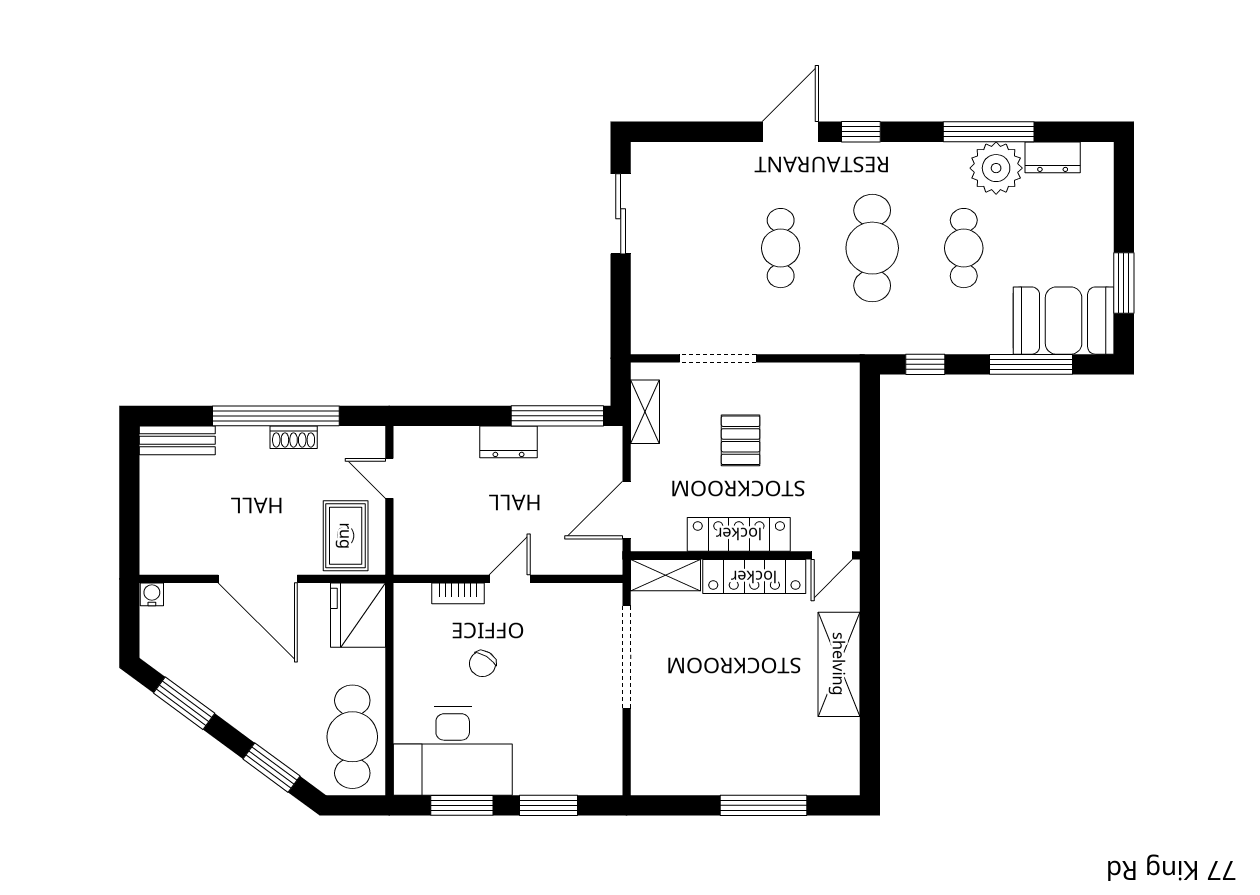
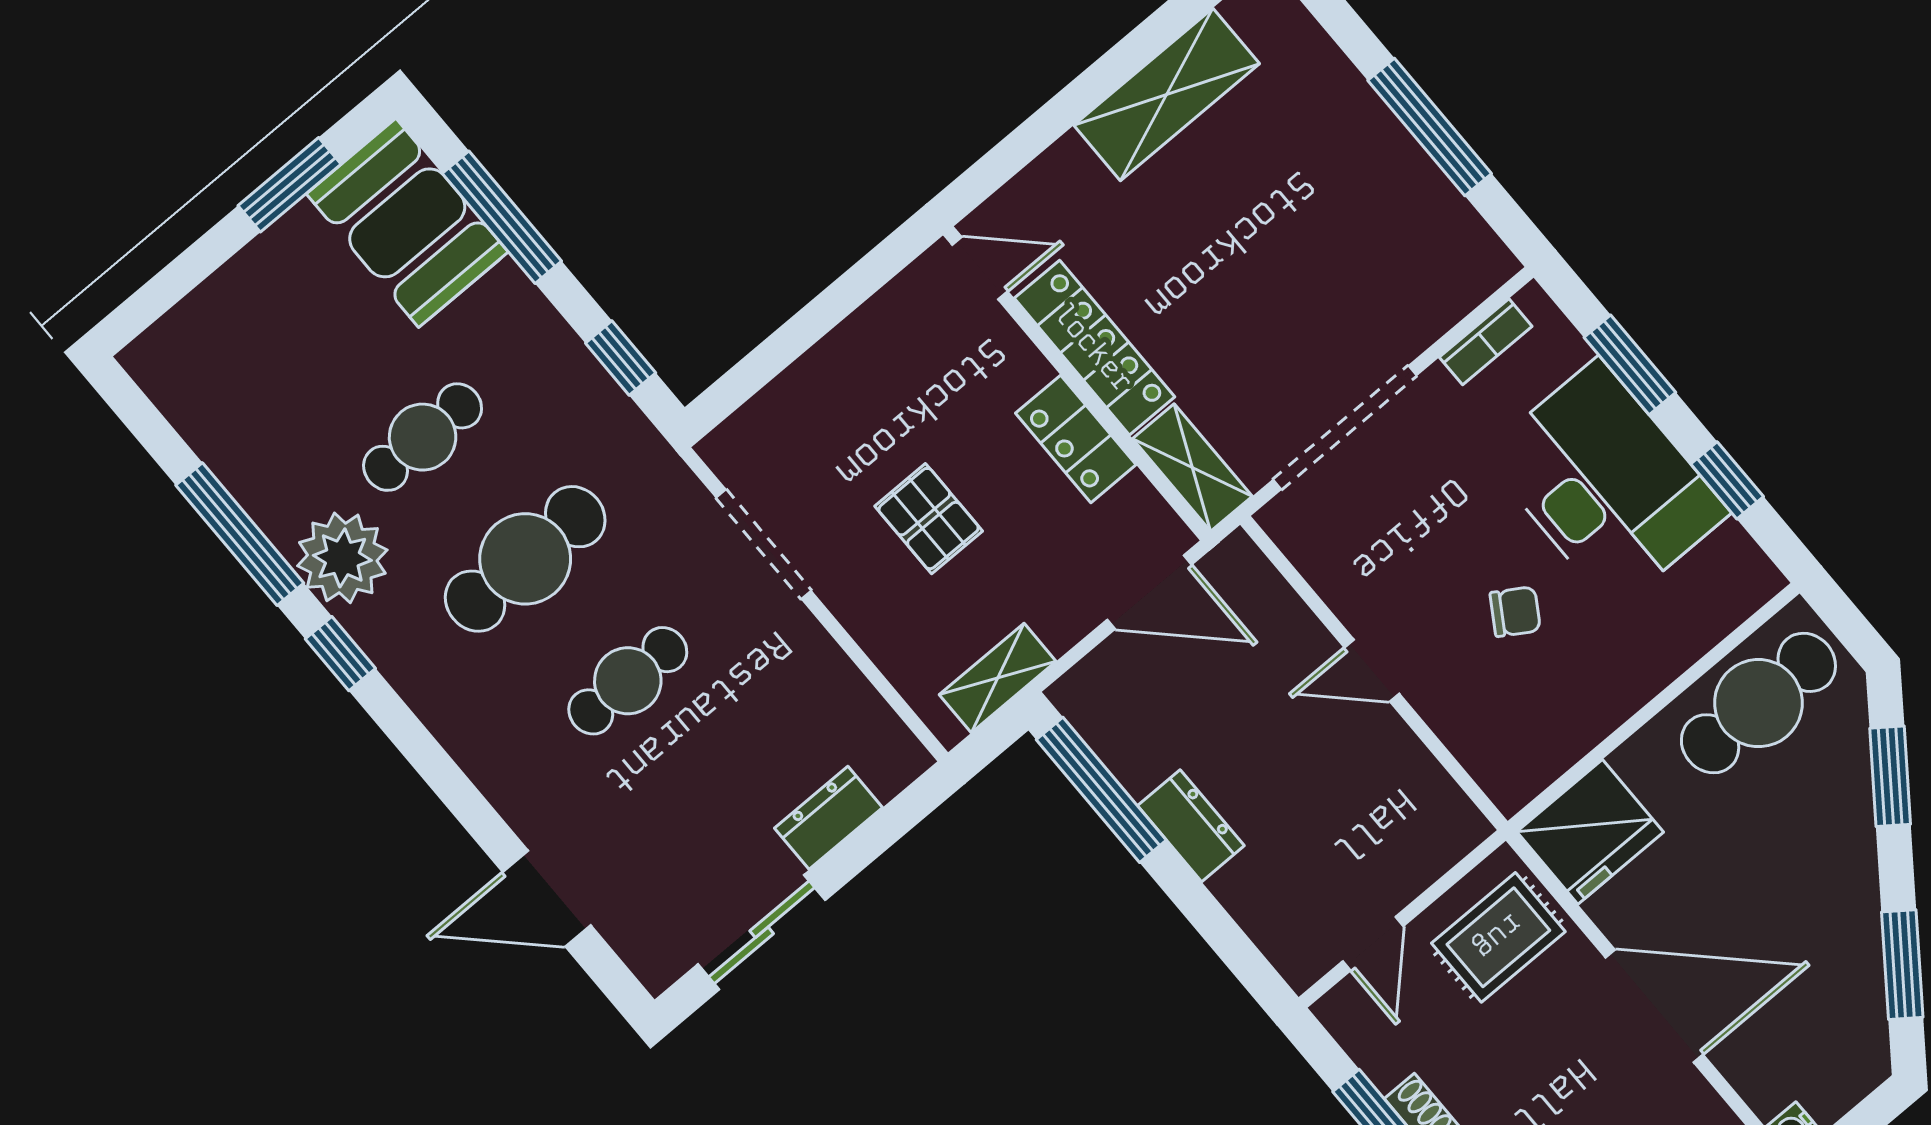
door: (790, 132) -> (547, 899), moved
window: (861, 132) -> (340, 654), moved
dresser: (1053, 157) -> (828, 818), moved, turned -90
plant: (996, 168) -> (342, 558), moved
doorway: (718, 358) -> (764, 544), moved
pallet: (741, 440) -> (929, 519), turned 90
locker: (739, 534) -> (1076, 439), width x0.66
door: (258, 579) -> (1654, 1006), hinge flipped
bookcase: (458, 593) -> (1486, 342), moved, turned 90
shelving: (839, 664) -> (1167, 94), moved
desk: (453, 751) -> (1606, 484), moved
window: (462, 805) -> (1727, 480), width x0.67
window: (764, 805) -> (1430, 127), moved

